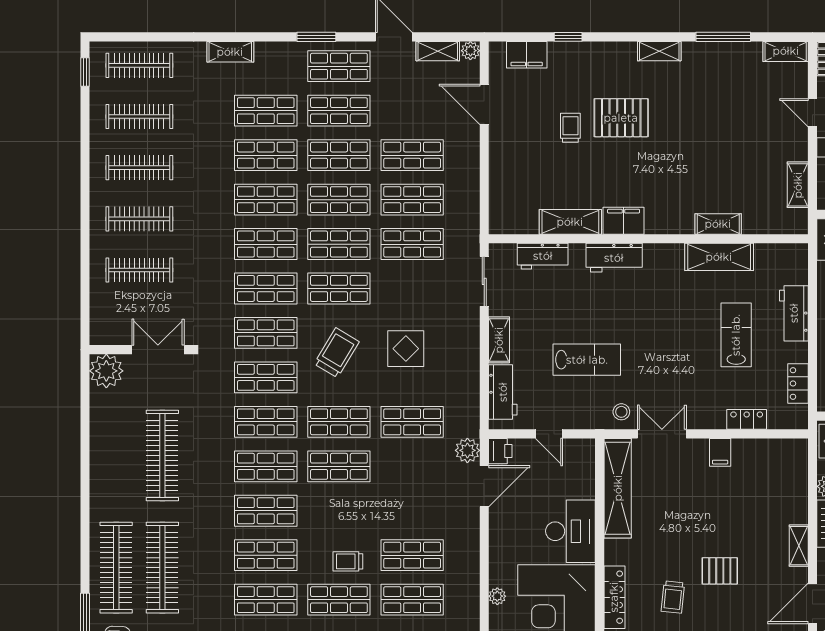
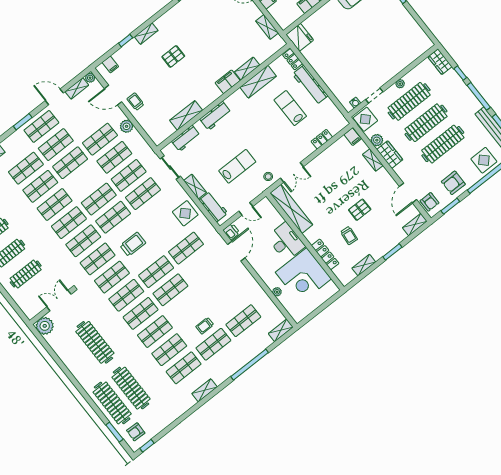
shelving: (659, 51) -> (146, 34), moved
filing cabinet: (527, 55) -> (110, 64), width x0.50
pallet: (621, 118) -> (173, 56), width x0.67, depth x0.71
trolley: (570, 128) -> (135, 102), moved
shop shelf: (339, 200) -> (143, 194), moved
filing cabinet: (624, 221) -> (228, 82), moved
workbench: (794, 313) -> (310, 85), width x1.38
display table: (406, 349) -> (185, 213), moved
trolley: (337, 353) -> (133, 244), turned 59
locker: (798, 383) -> (293, 59), moved
double door: (662, 434) -> (292, 172), swing flipped
plant: (467, 450) -> (127, 126), moved
filing cabinet: (720, 452) -> (353, 137), moved
shelving: (799, 546) -> (373, 160), moved
shop shelf: (412, 555) -> (229, 303), removed

